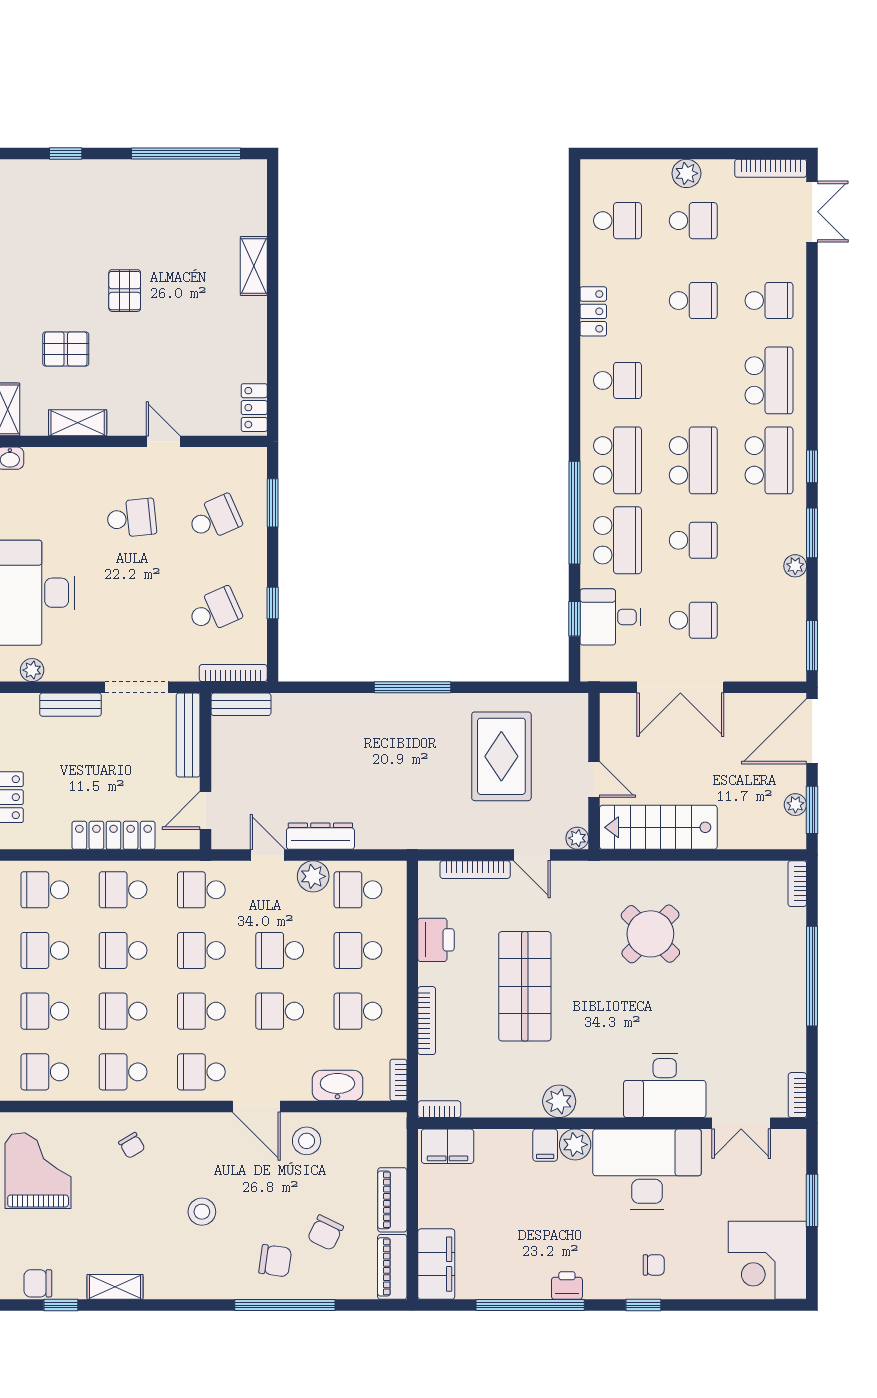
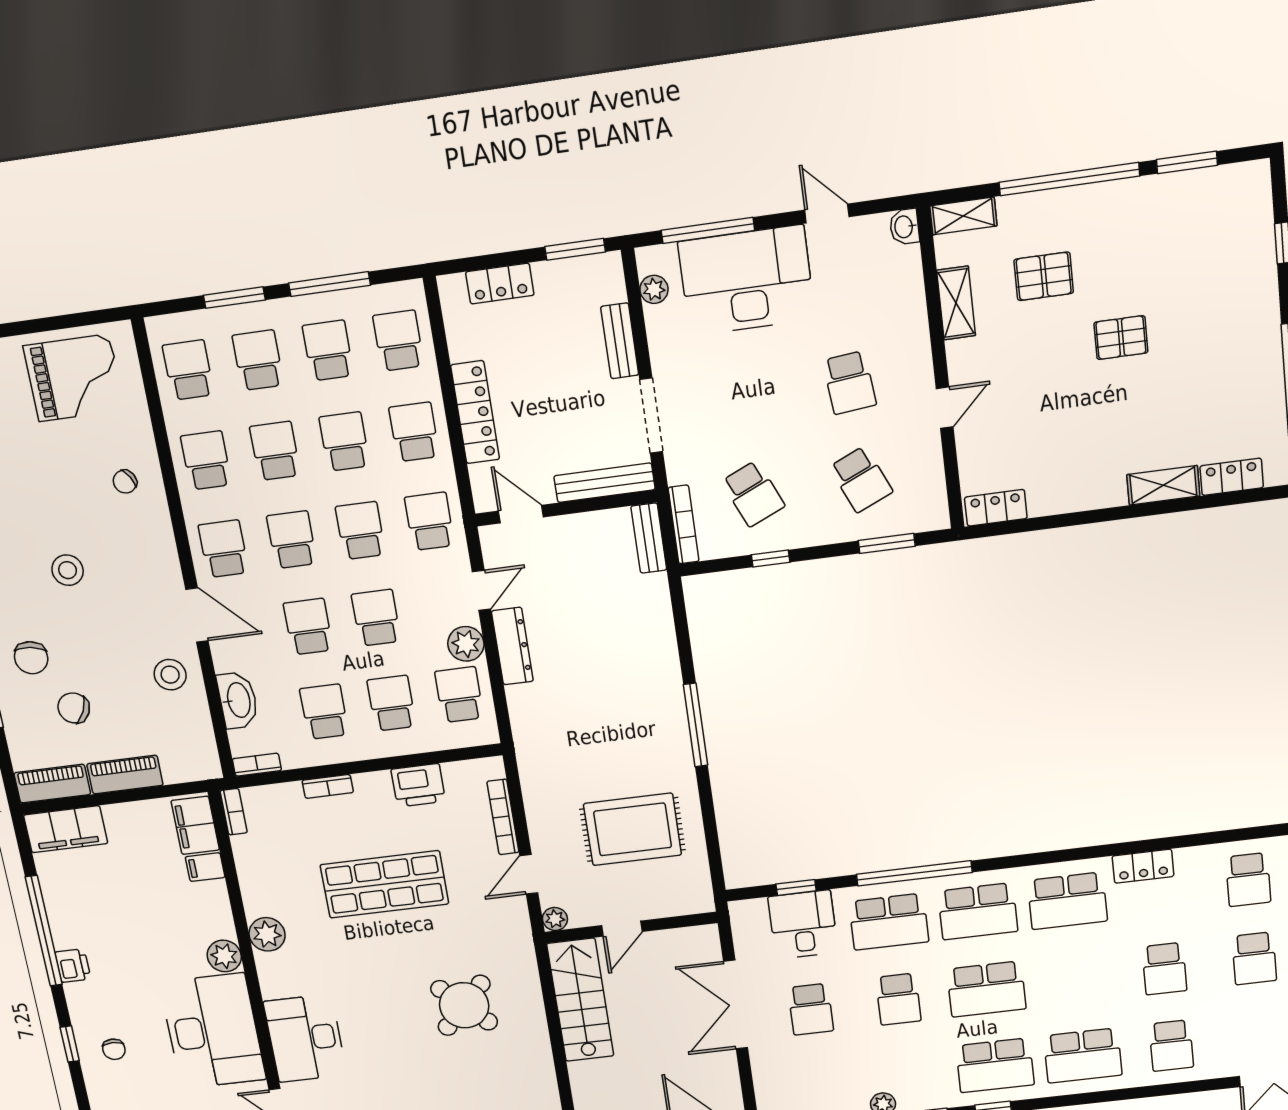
locker: (254, 209) -> (1232, 477), added
pallet: (66, 349) -> (1044, 276), turned 90
school desk: (617, 380) -> (1067, 901), width x1.85
bookcase: (427, 1021) -> (328, 786), width x0.64
door: (256, 1107) -> (197, 615), swing flipped
filing cabinet: (545, 1145) -> (205, 867), moved

